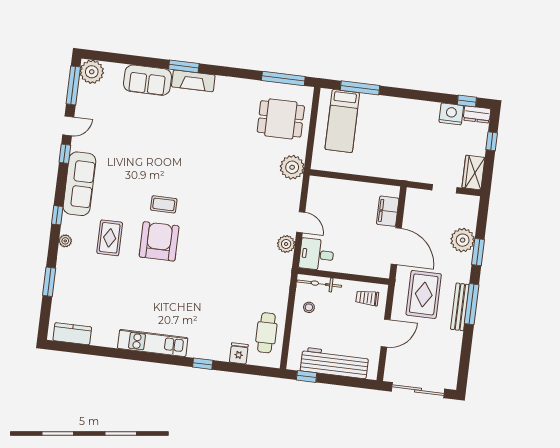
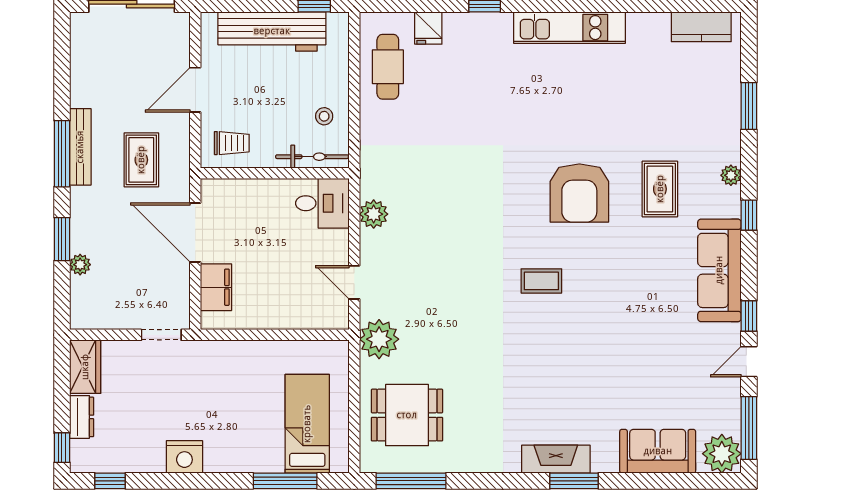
sofa: (147, 80) -> (658, 451), moved
nightstand: (451, 114) -> (184, 457), moved
dresser: (477, 114) -> (82, 417), moved, turned 90
window: (492, 141) -> (62, 448), moved
doorway: (445, 189) -> (161, 335), moved
coffee table: (164, 204) -> (541, 281), moved
door: (301, 222) -> (354, 282), moved
plant: (463, 240) -> (80, 265), width x0.53, depth x0.53
rug: (424, 294) -> (141, 160), width x0.73, depth x0.70

